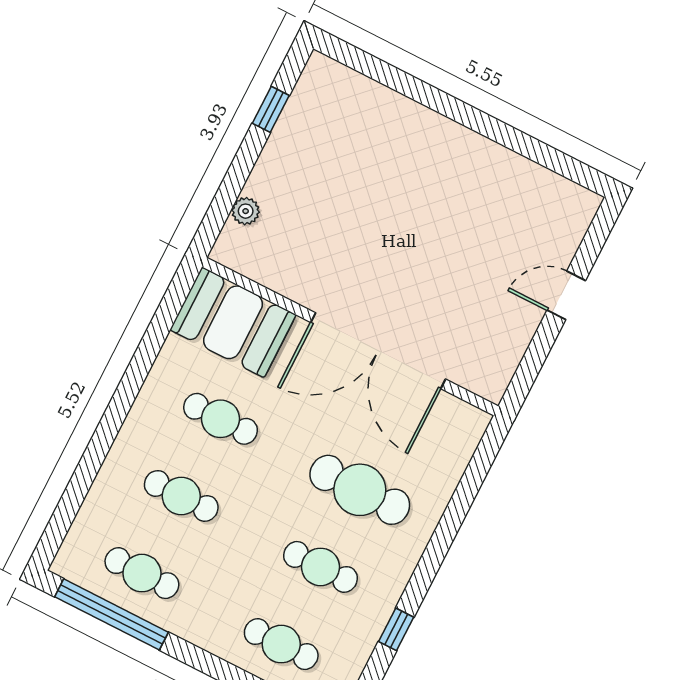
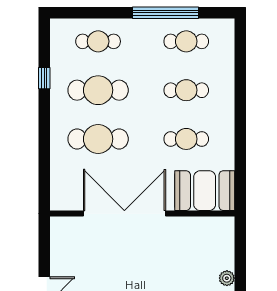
plant: (246, 211) -> (227, 278), moved
cafe table: (320, 567) -> (98, 90), width x1.37, depth x1.35
window: (112, 614) -> (165, 13), moved

